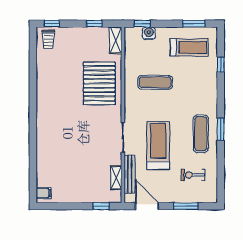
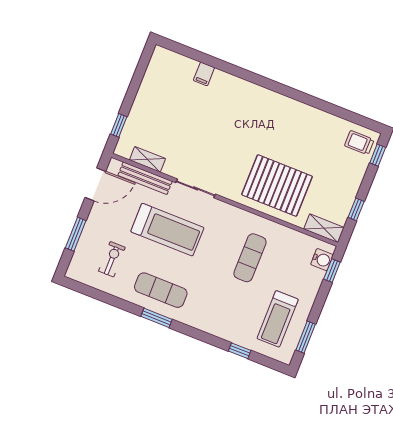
water cooler: (149, 33) -> (322, 260), moved
filing cabinet: (44, 193) -> (204, 74), moved

